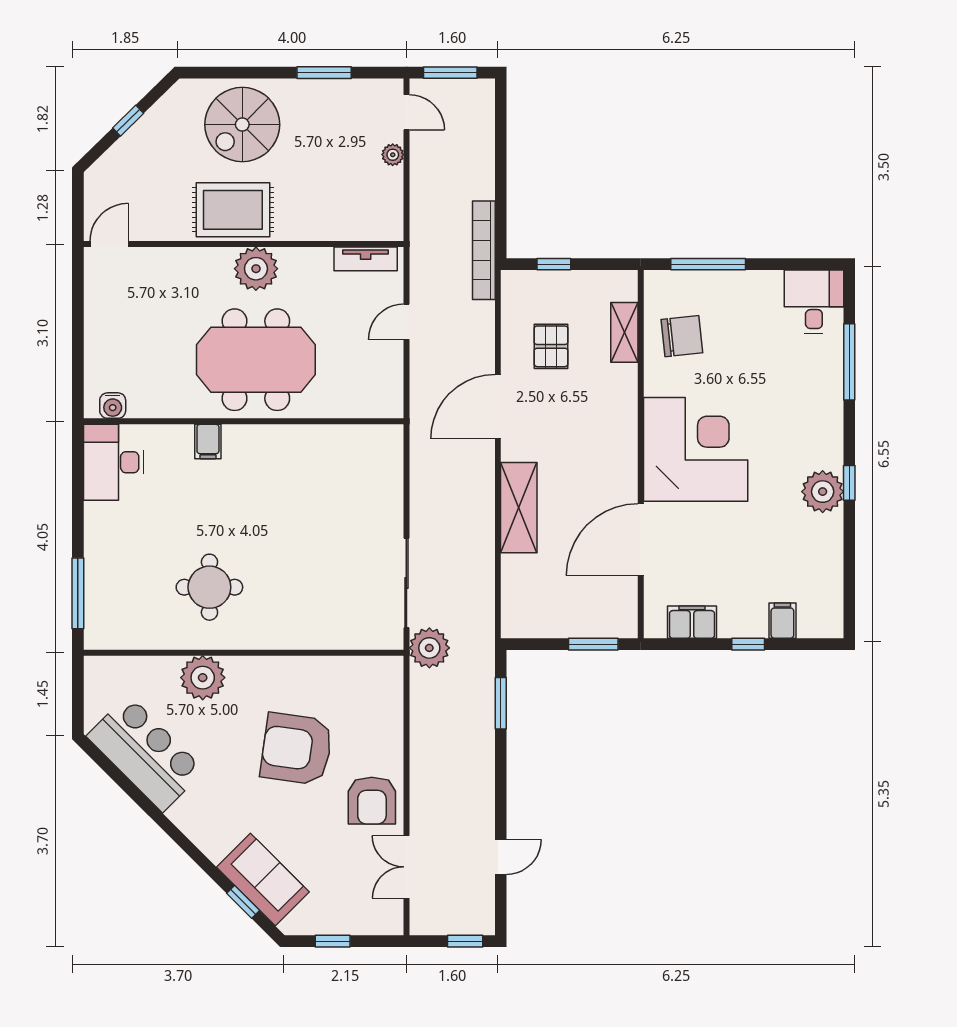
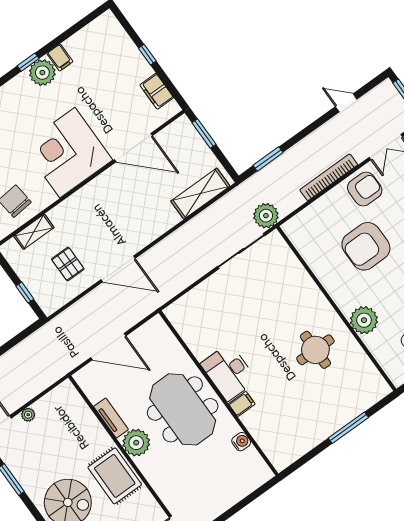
bookcase: (484, 250) -> (329, 177), moved, turned 180
tv unit: (366, 259) -> (111, 418), moved
door: (406, 322) -> (108, 347), width x1.88
pallet: (551, 346) -> (68, 264), turned 90
water cooler: (113, 406) -> (241, 442), moved
desk: (114, 462) -> (229, 372), moved, turned 90
shelving: (519, 508) -> (200, 194), moved
window: (78, 593) -> (348, 428), moved
filing cabinet: (782, 621) -> (60, 58), moved, turned -90
armchair: (297, 749) -> (366, 246), turned 82

